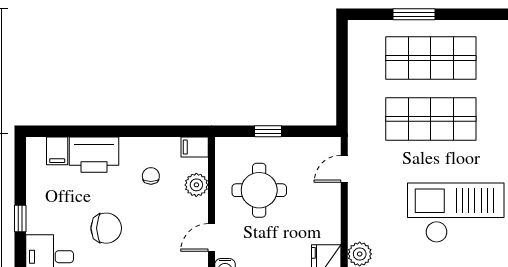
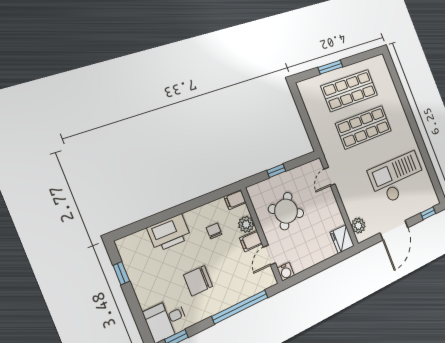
filing cabinet: (57, 151) -> (251, 241), moved, turned 90
round table: (259, 190) -> (286, 211), turned 30
window: (20, 218) -> (121, 273), moved
chair: (106, 228) -> (198, 281), turned 180

